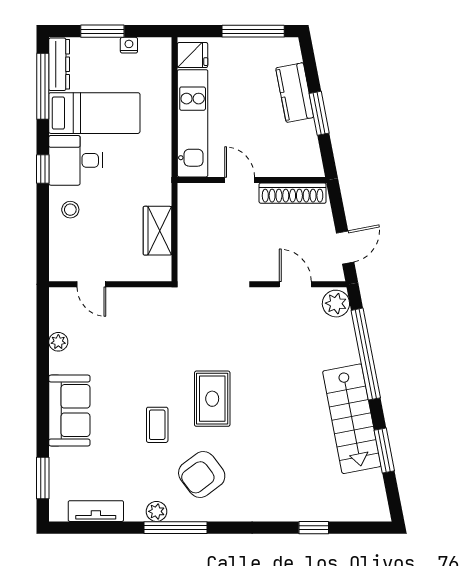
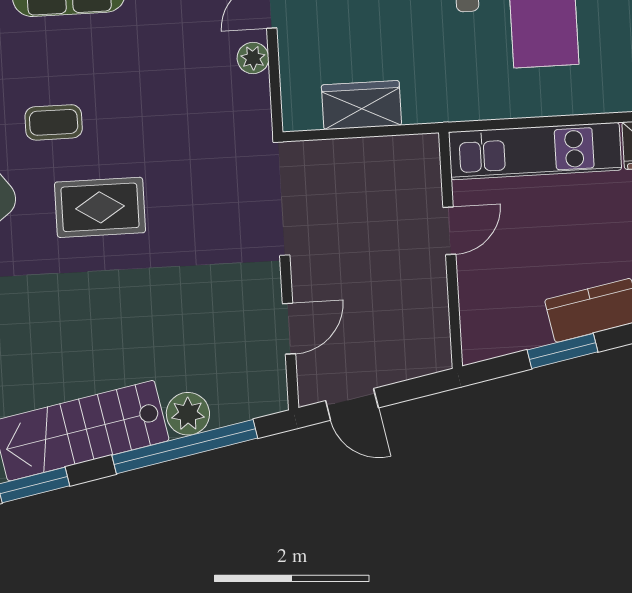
shoe rack: (293, 193) -> (433, 316), removed
plant: (124, 297) -> (253, 58), added
plant: (336, 304) -> (188, 414), moved

